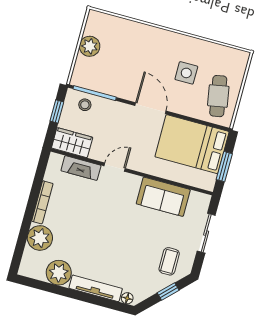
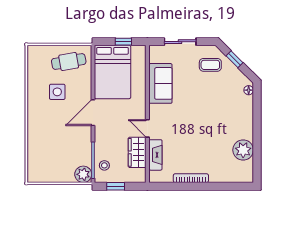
plant: (90, 46) -> (83, 174), moved
wardrobe: (72, 143) -> (137, 152), moved
window: (224, 167) -> (123, 42), width x0.67
plant: (40, 238) -> (220, 172), removed
tv unit: (96, 288) -> (248, 117), removed

